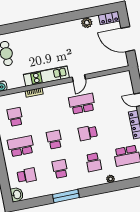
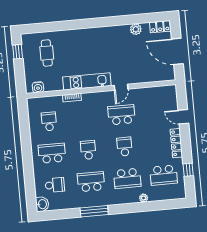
school desk: (88, 133) -> (124, 147), turned 90
school desk: (94, 162) -> (127, 178), width x1.85
school desk: (60, 169) -> (91, 182), width x1.85

